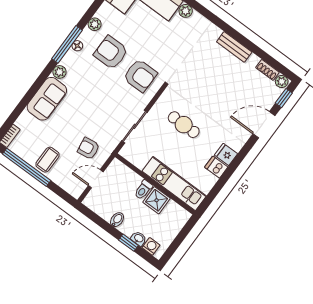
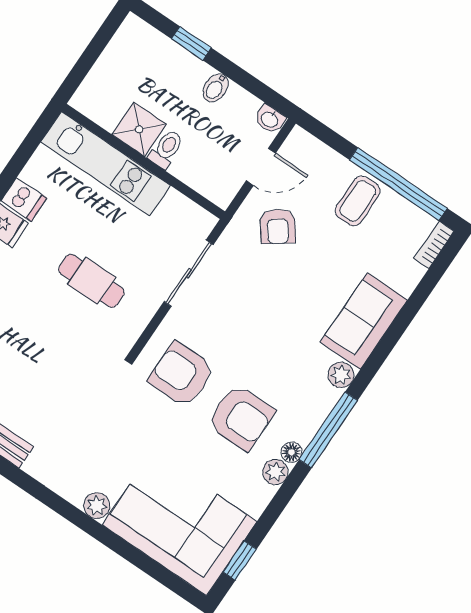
floor lamp: (77, 46) -> (291, 452), moved
armchair: (88, 148) -> (278, 226), turned 62
washbasin: (139, 238) -> (270, 119), moved
washing machine: (151, 246) -> (146, 38), removed

